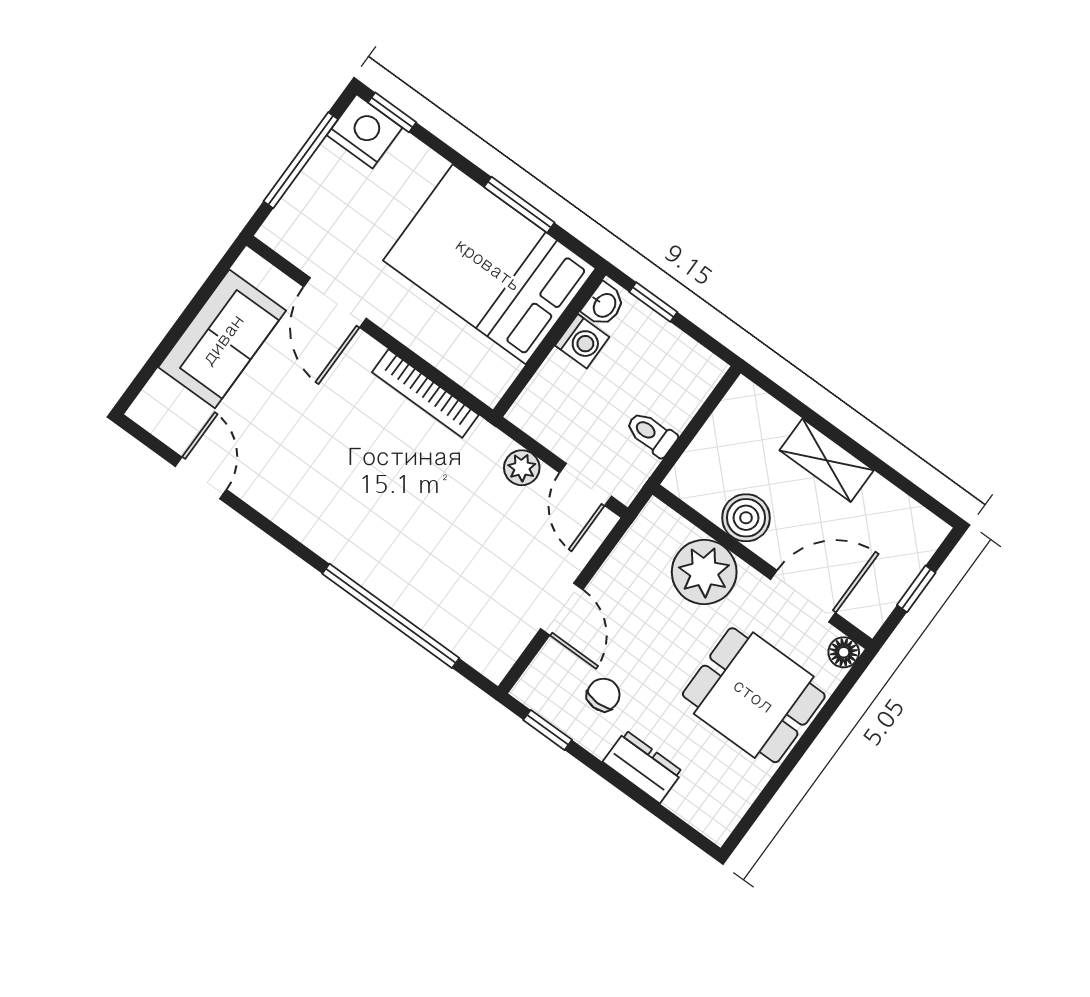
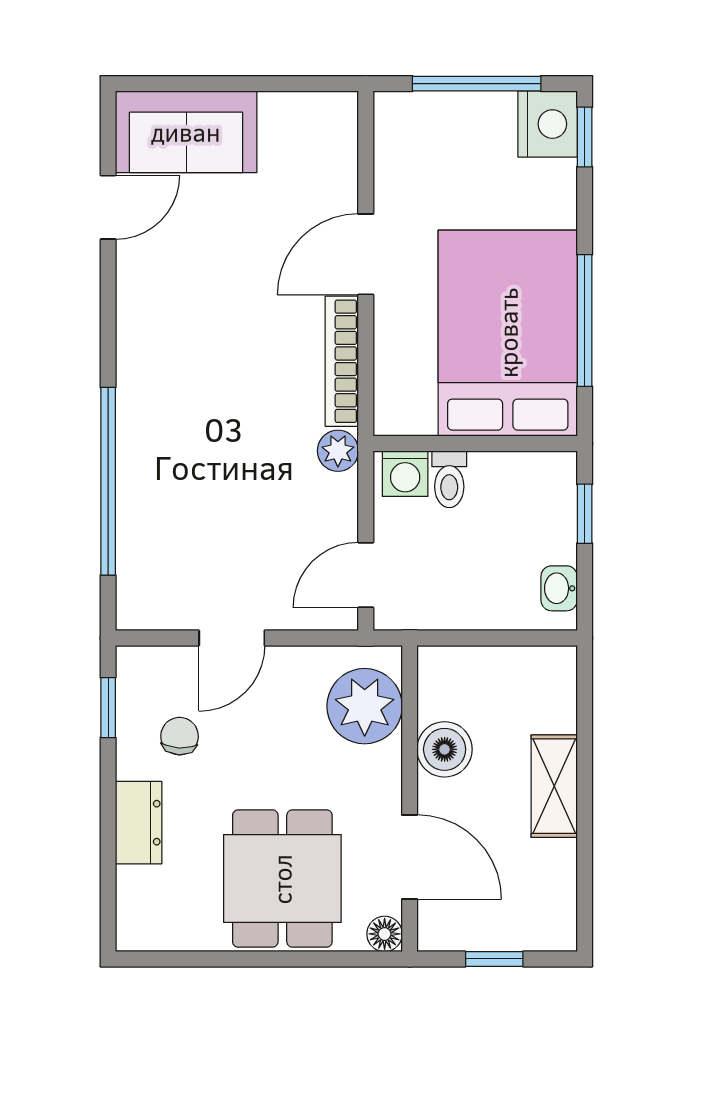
window: (519, 205) -> (585, 321), width x1.44
door: (335, 302) -> (366, 254), moved
washbasin: (604, 305) -> (559, 588), moved, turned 90
sofa: (222, 339) -> (186, 132), moved
washing machine: (582, 341) -> (405, 474), moved
toilet: (651, 434) -> (449, 479), moved, turned 180
plant: (522, 468) -> (338, 451), moved
plant: (704, 572) -> (365, 706), moved
chair: (603, 695) -> (180, 736), turned -87

